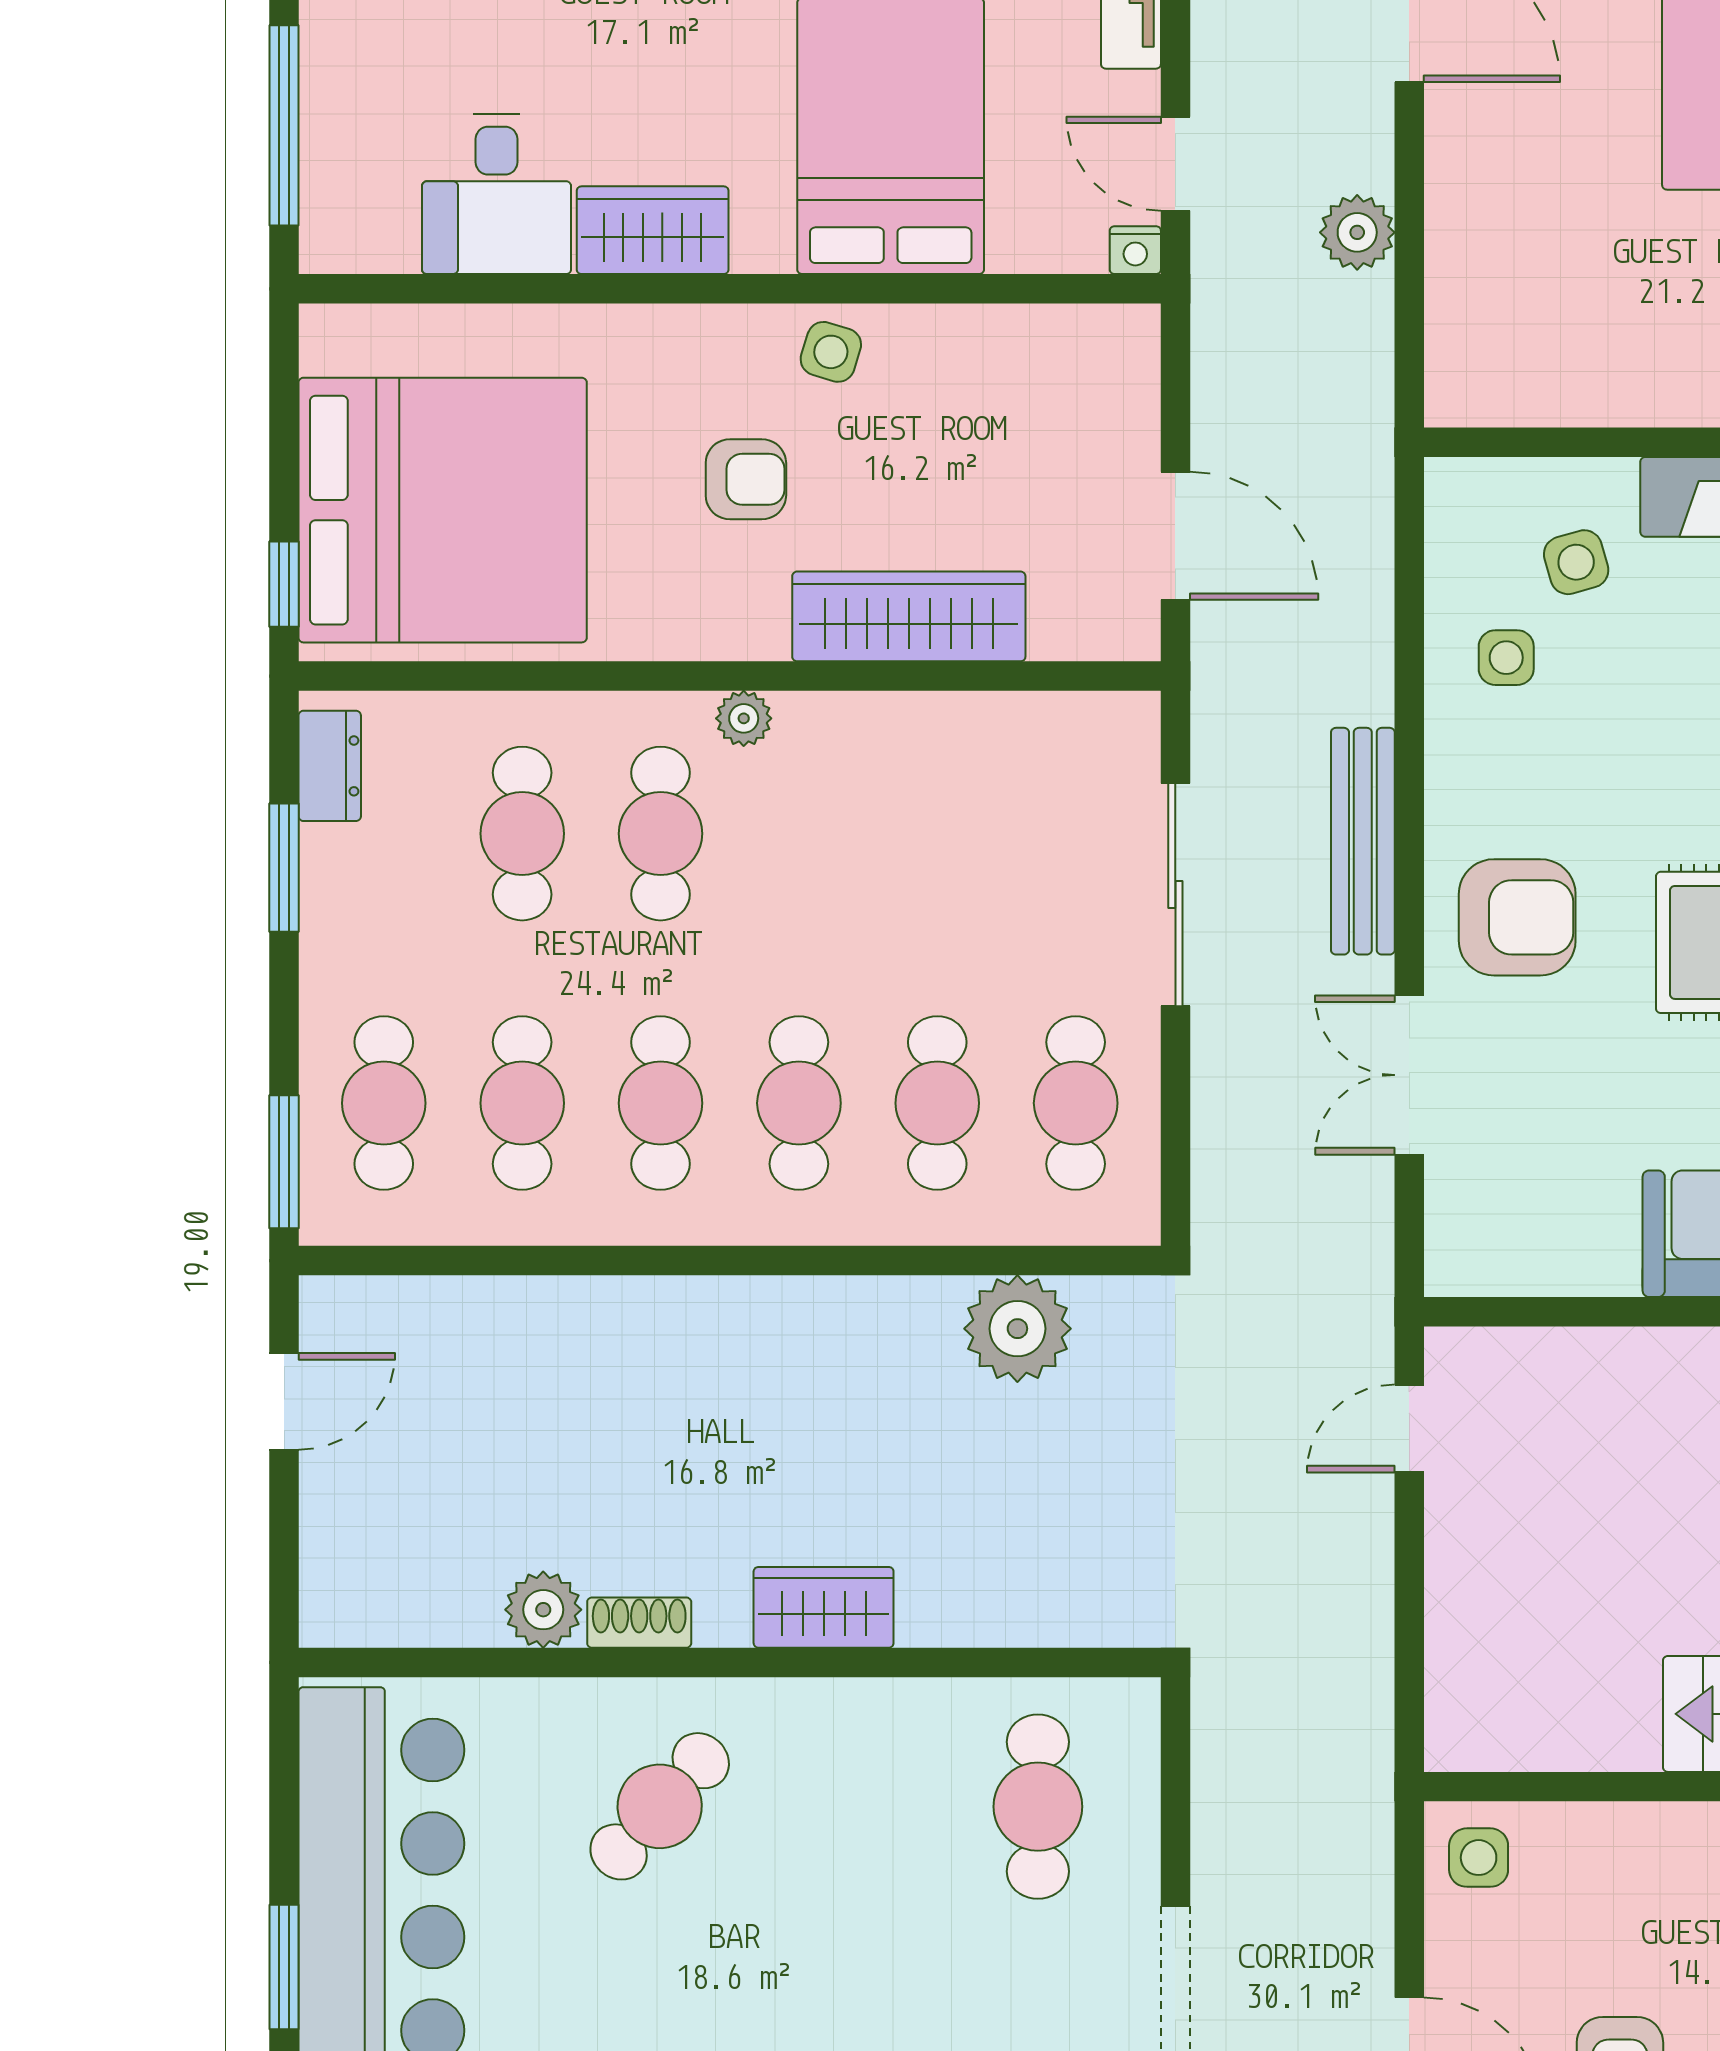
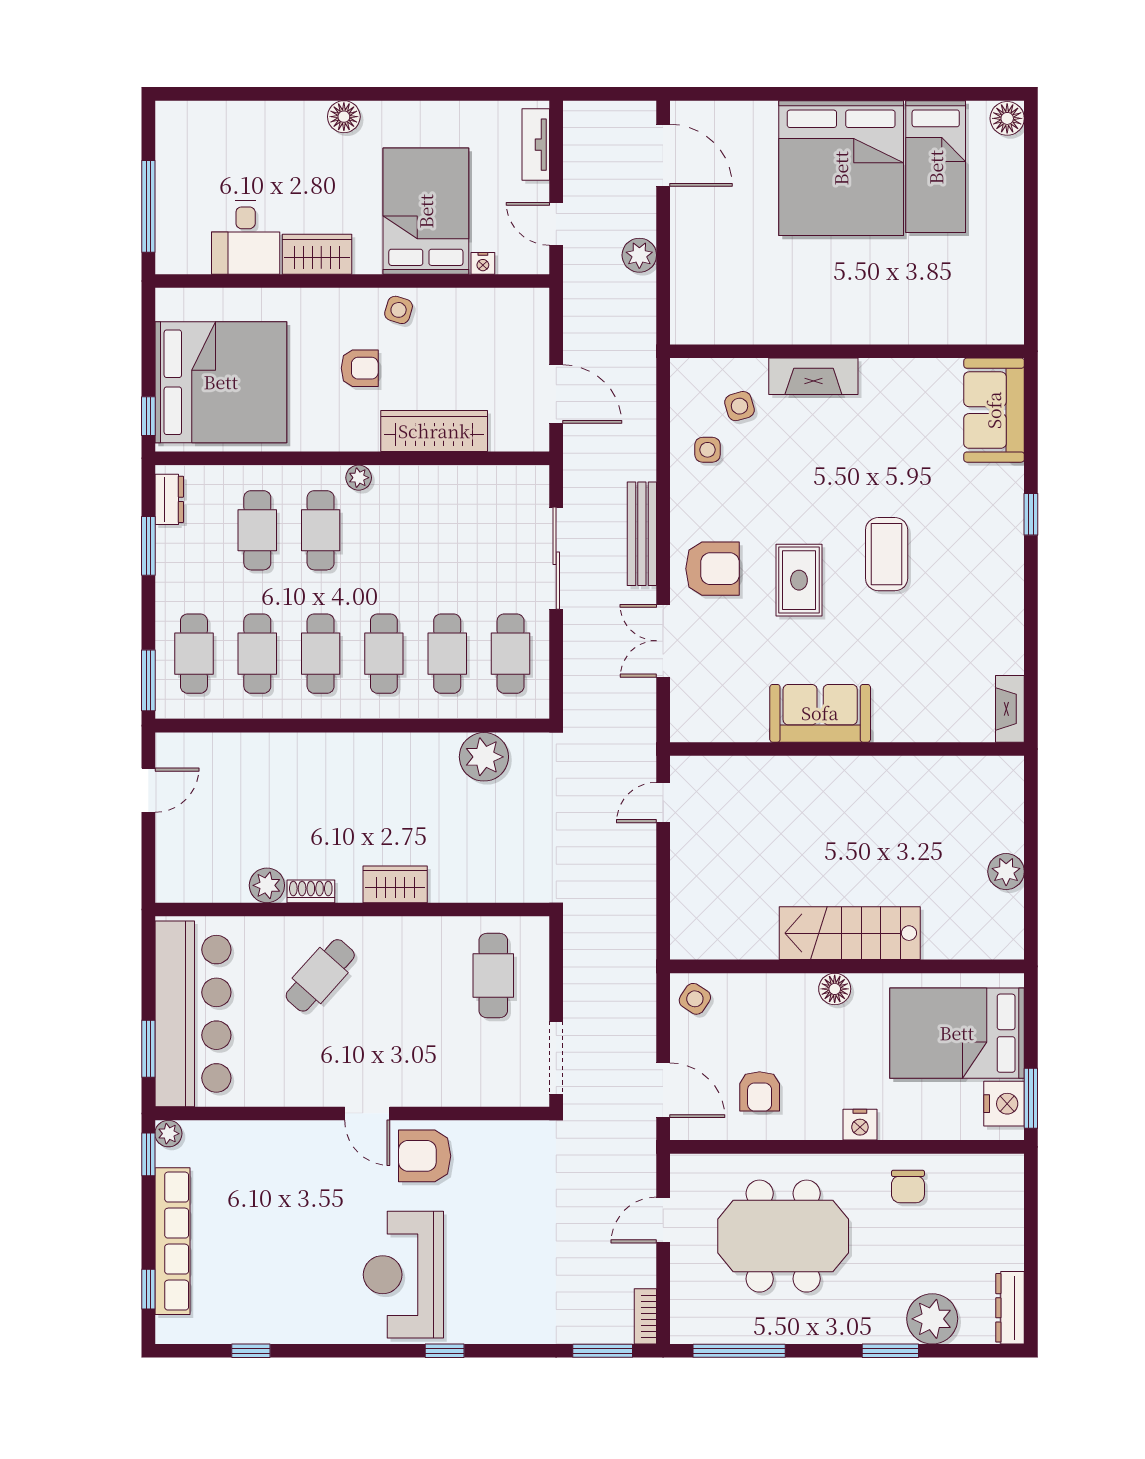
nightstand: (1135, 250) -> (483, 263), moved
side table: (1479, 1858) -> (695, 999), turned 33

